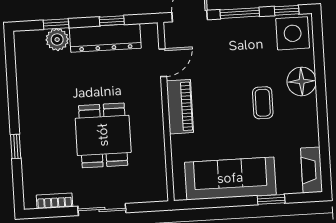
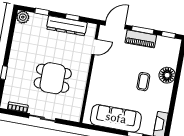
side table: (293, 33) -> (169, 48), removed
plant: (57, 40) -> (23, 17), moved
piano: (180, 107) -> (141, 39), moved, turned 90
dining table: (103, 135) -> (53, 78), turned 90

